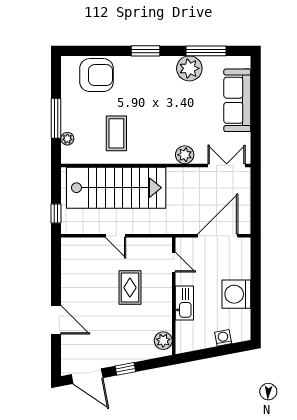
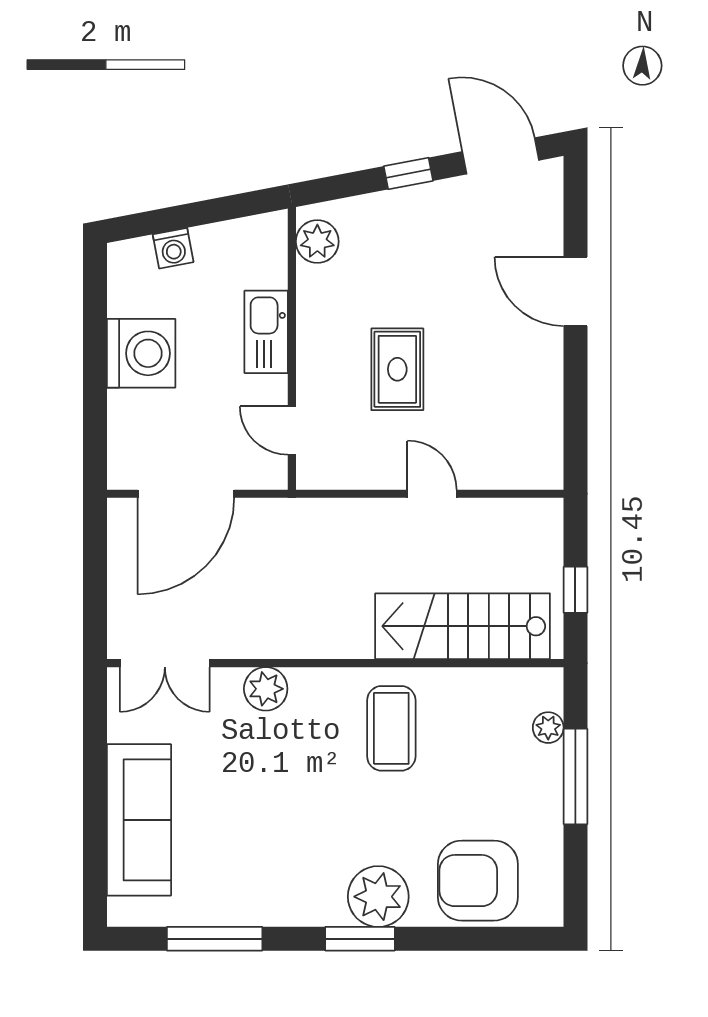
plant: (189, 68) -> (378, 897), moved
coffee table: (116, 133) -> (391, 728), moved
stairs: (116, 188) -> (463, 626), width x0.73, depth x0.66
window: (56, 213) -> (575, 590), moved

